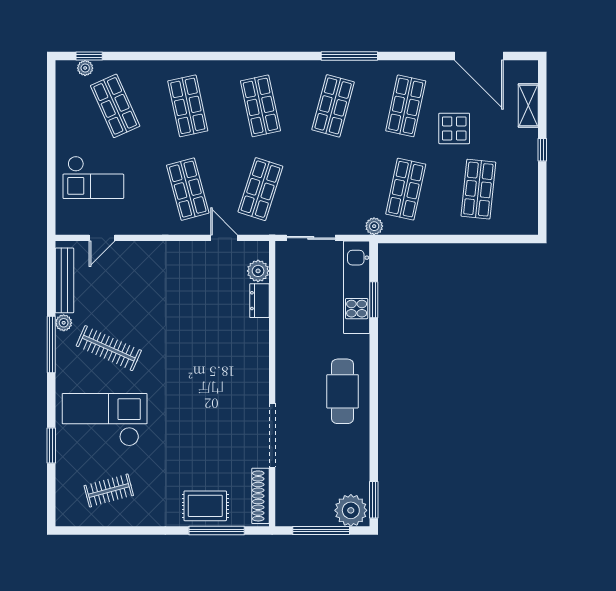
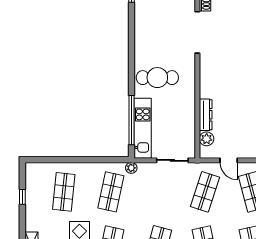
window: (542, 150) -> (22, 197), moved
window: (374, 300) -> (132, 120), width x2.11
dresser: (259, 301) -> (206, 115), width x1.44
cafe table: (343, 391) -> (157, 78), moved, turned 90

